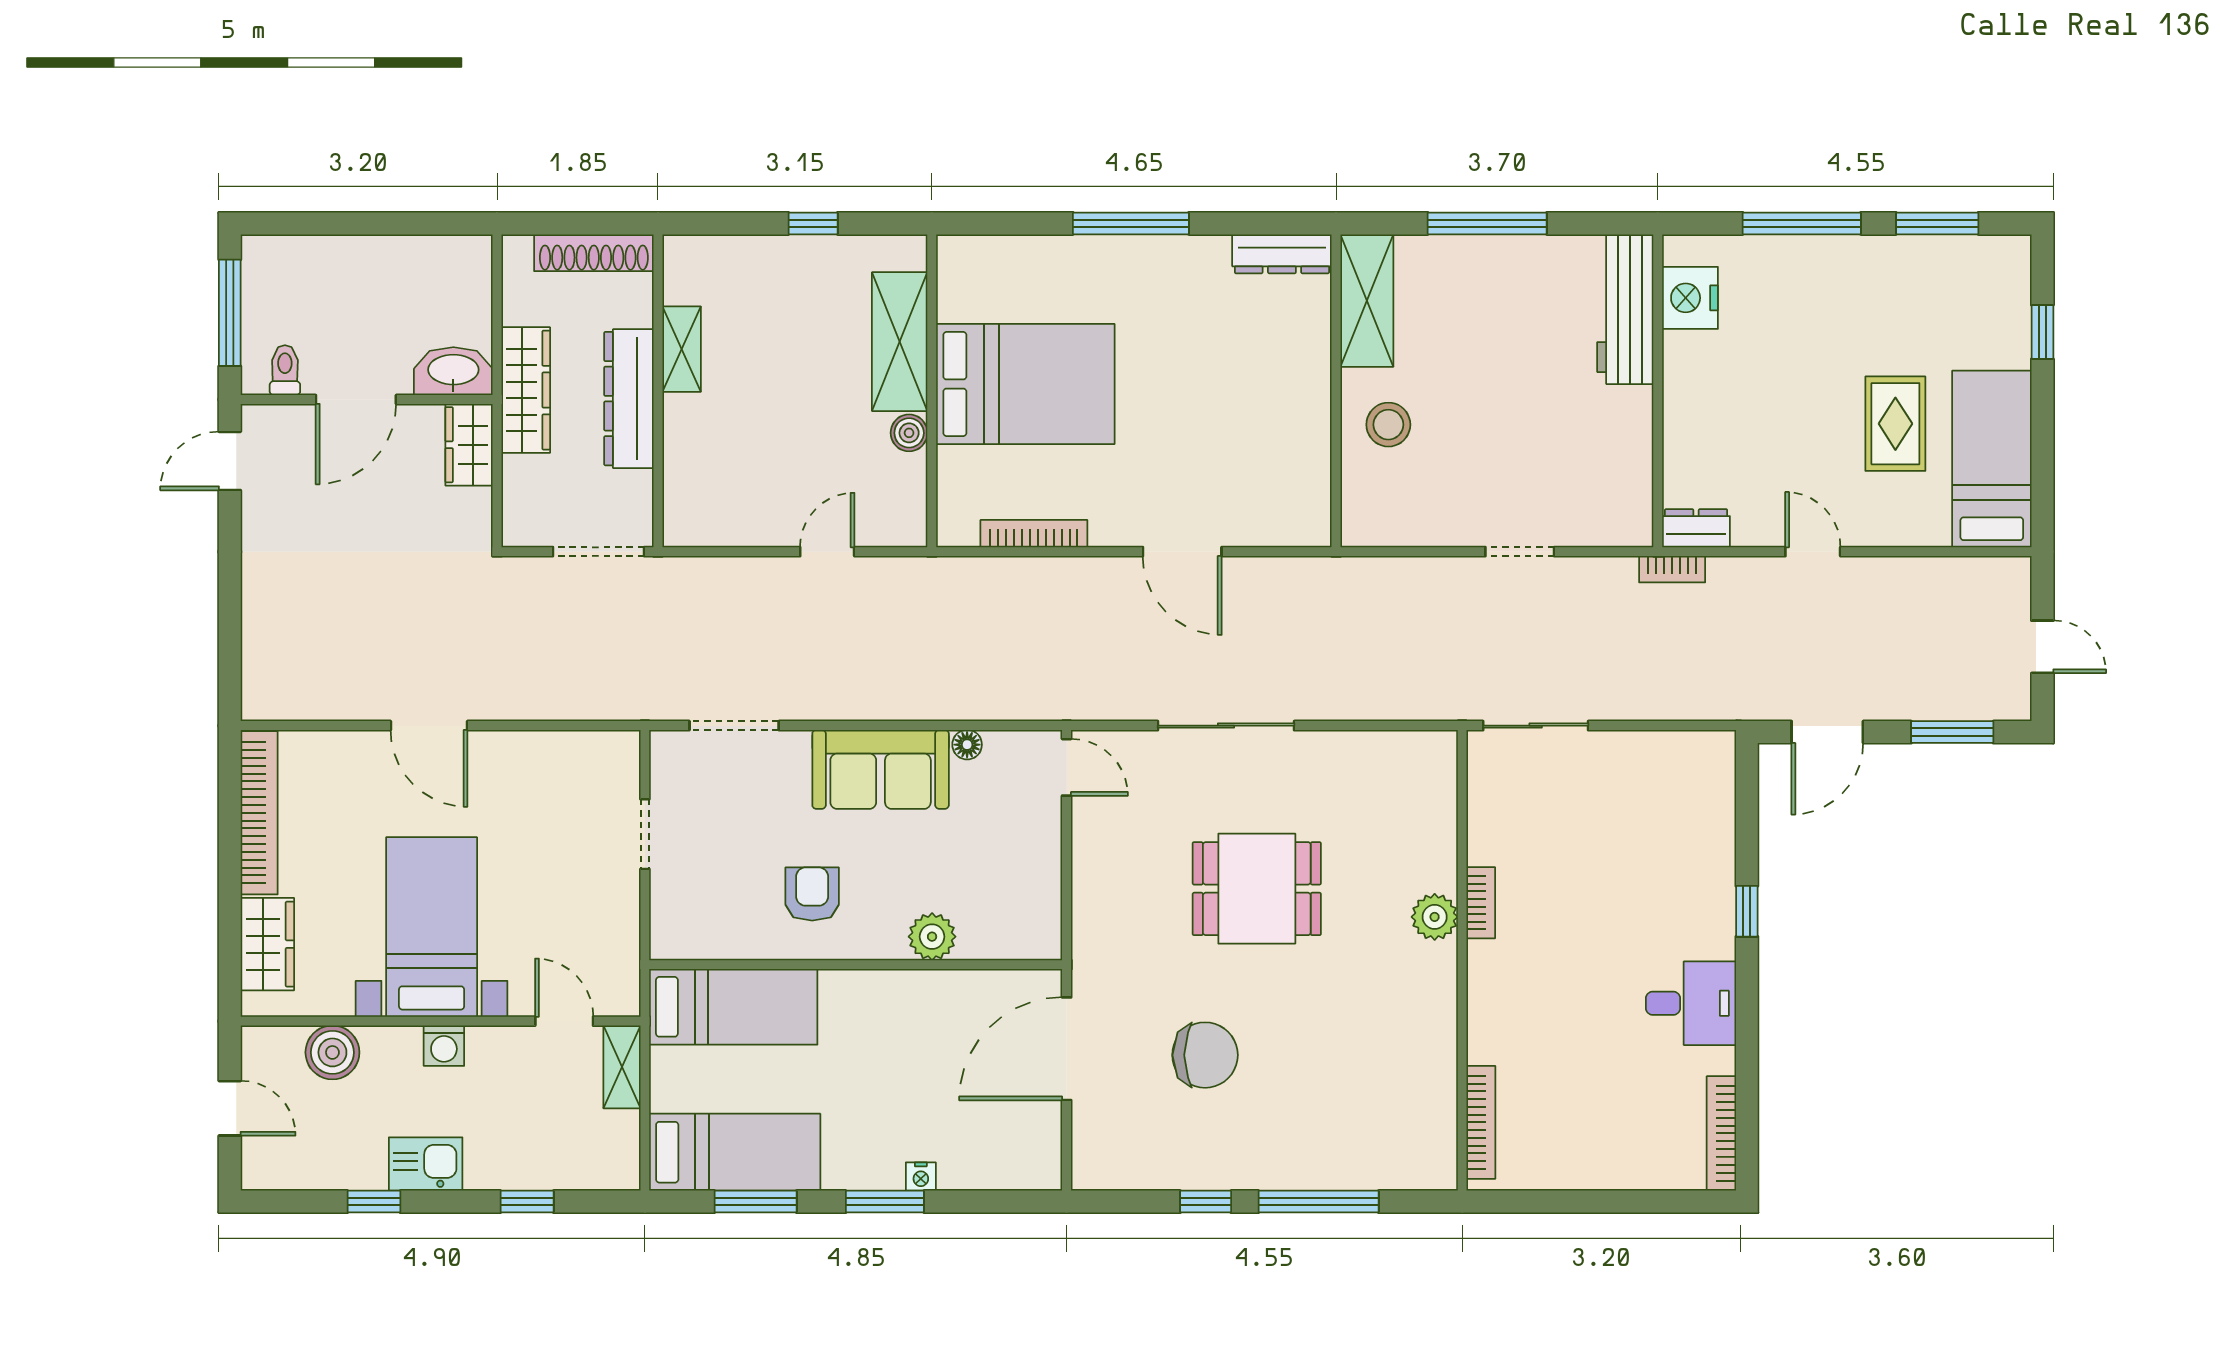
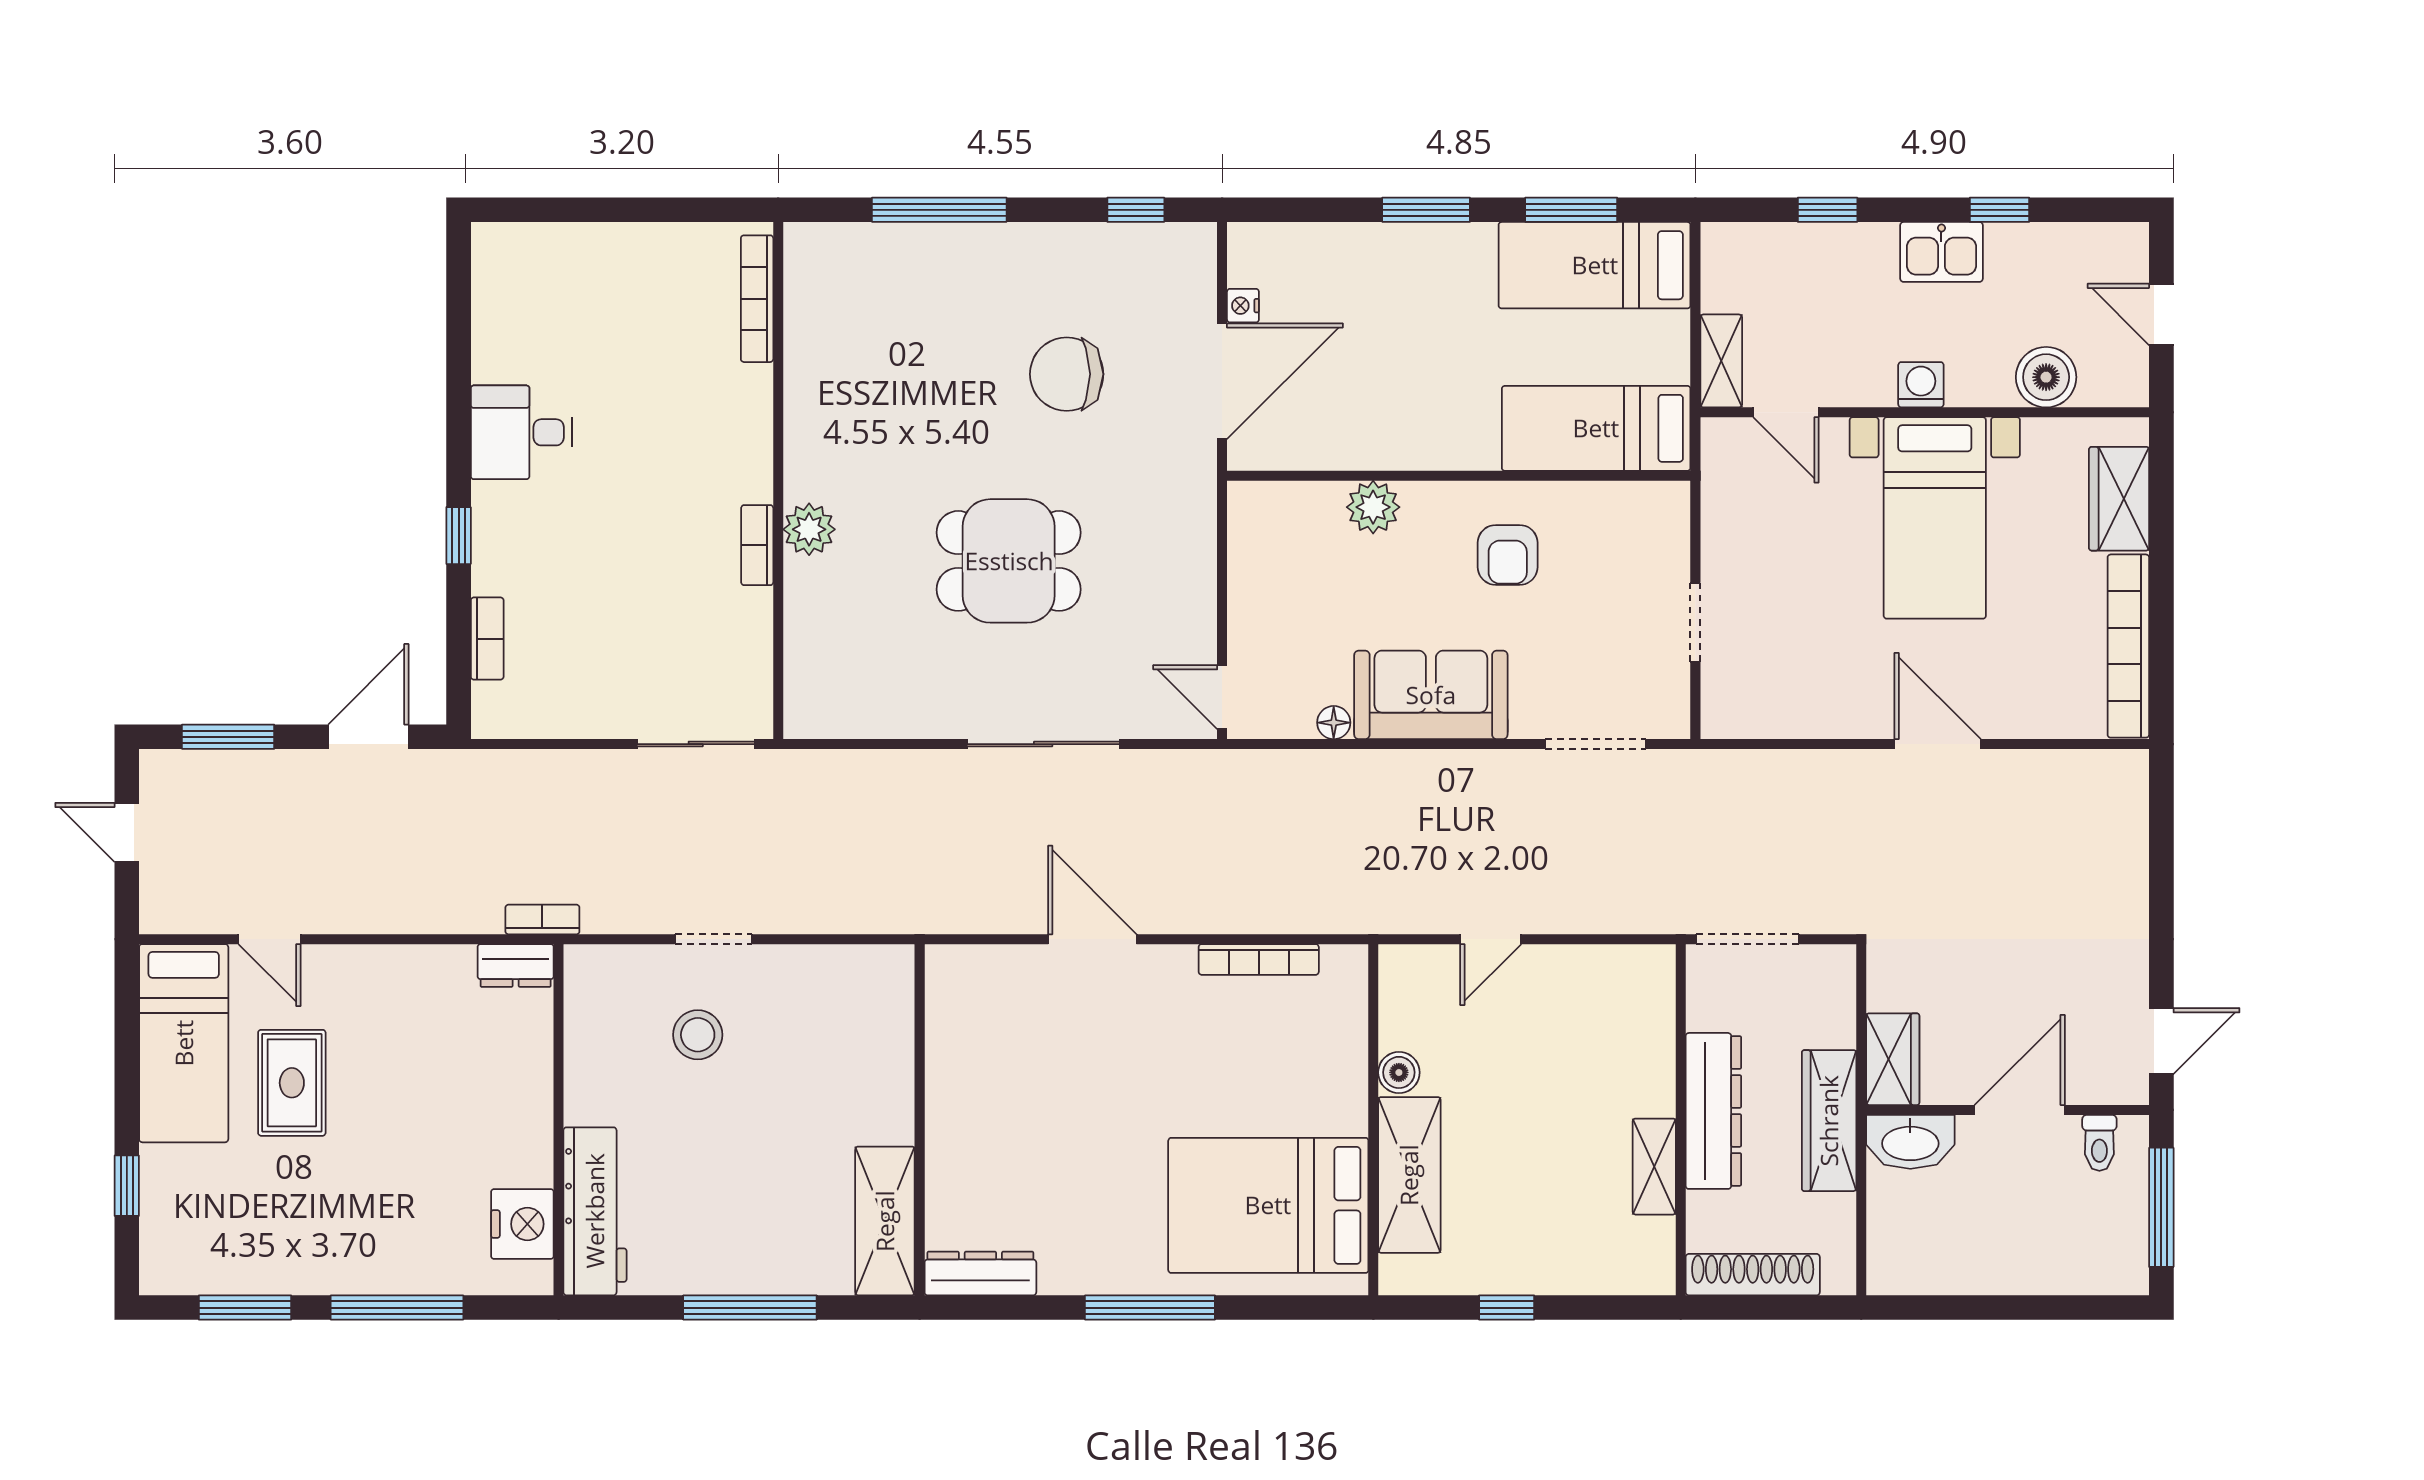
bed: (1025, 384) -> (1268, 1205), moved
stool: (1388, 425) -> (698, 1035), moved
door: (1813, 552) -> (270, 939), moved
bookcase: (1721, 1133) -> (487, 639), moved, width x0.64
nightstand: (921, 1176) -> (1243, 306), moved, turned -90
window: (1206, 1202) -> (1136, 210), moved

